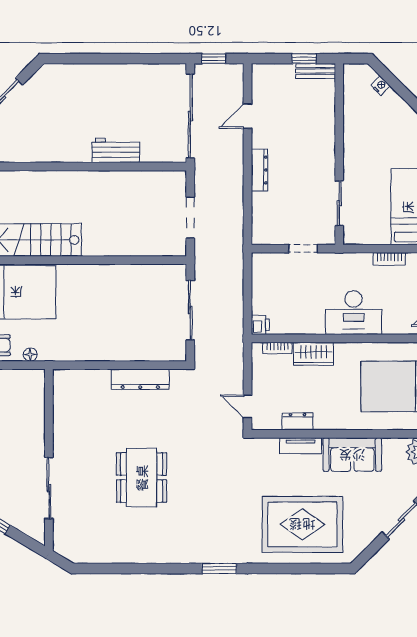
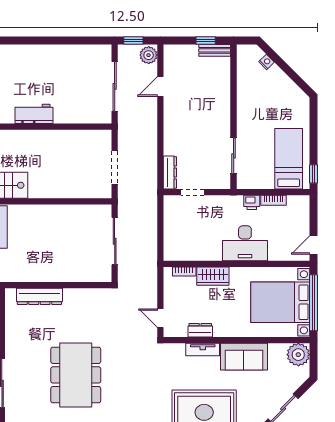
plant: (233, 77) -> (149, 55), added
sliding door: (190, 116) -> (115, 86), width x0.73
workbench: (116, 150) -> (34, 114), moved
dresser: (260, 170) -> (170, 172), moved
doorway: (303, 249) -> (192, 192), moved
printer: (260, 325) -> (252, 202), moved, turned 90
dresser: (140, 379) -> (39, 296), moved
dining table: (142, 478) -> (76, 375), width x1.36, depth x1.24

